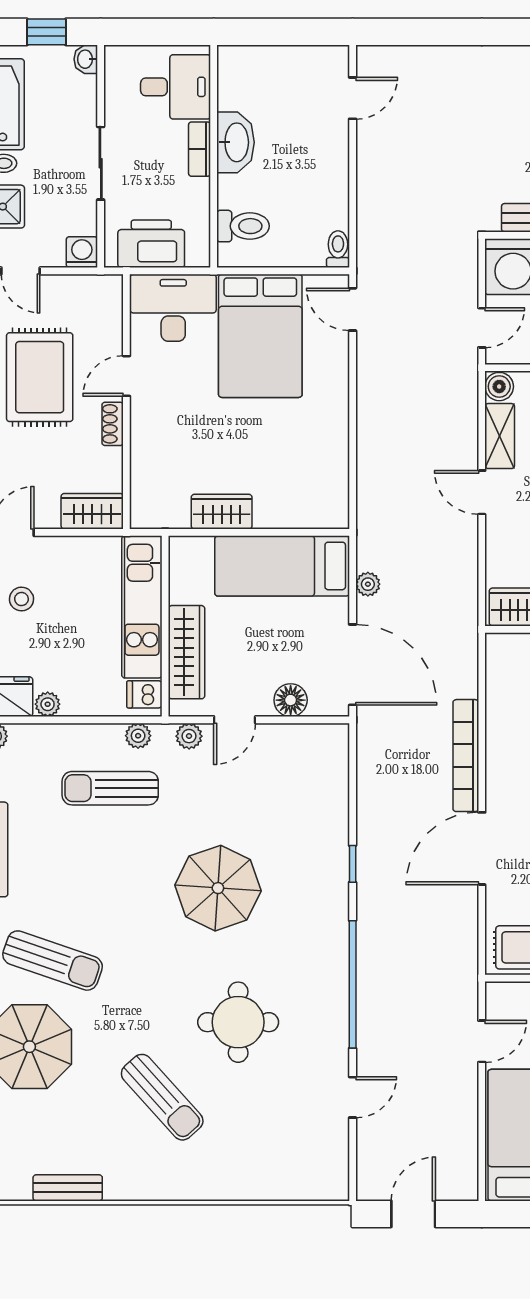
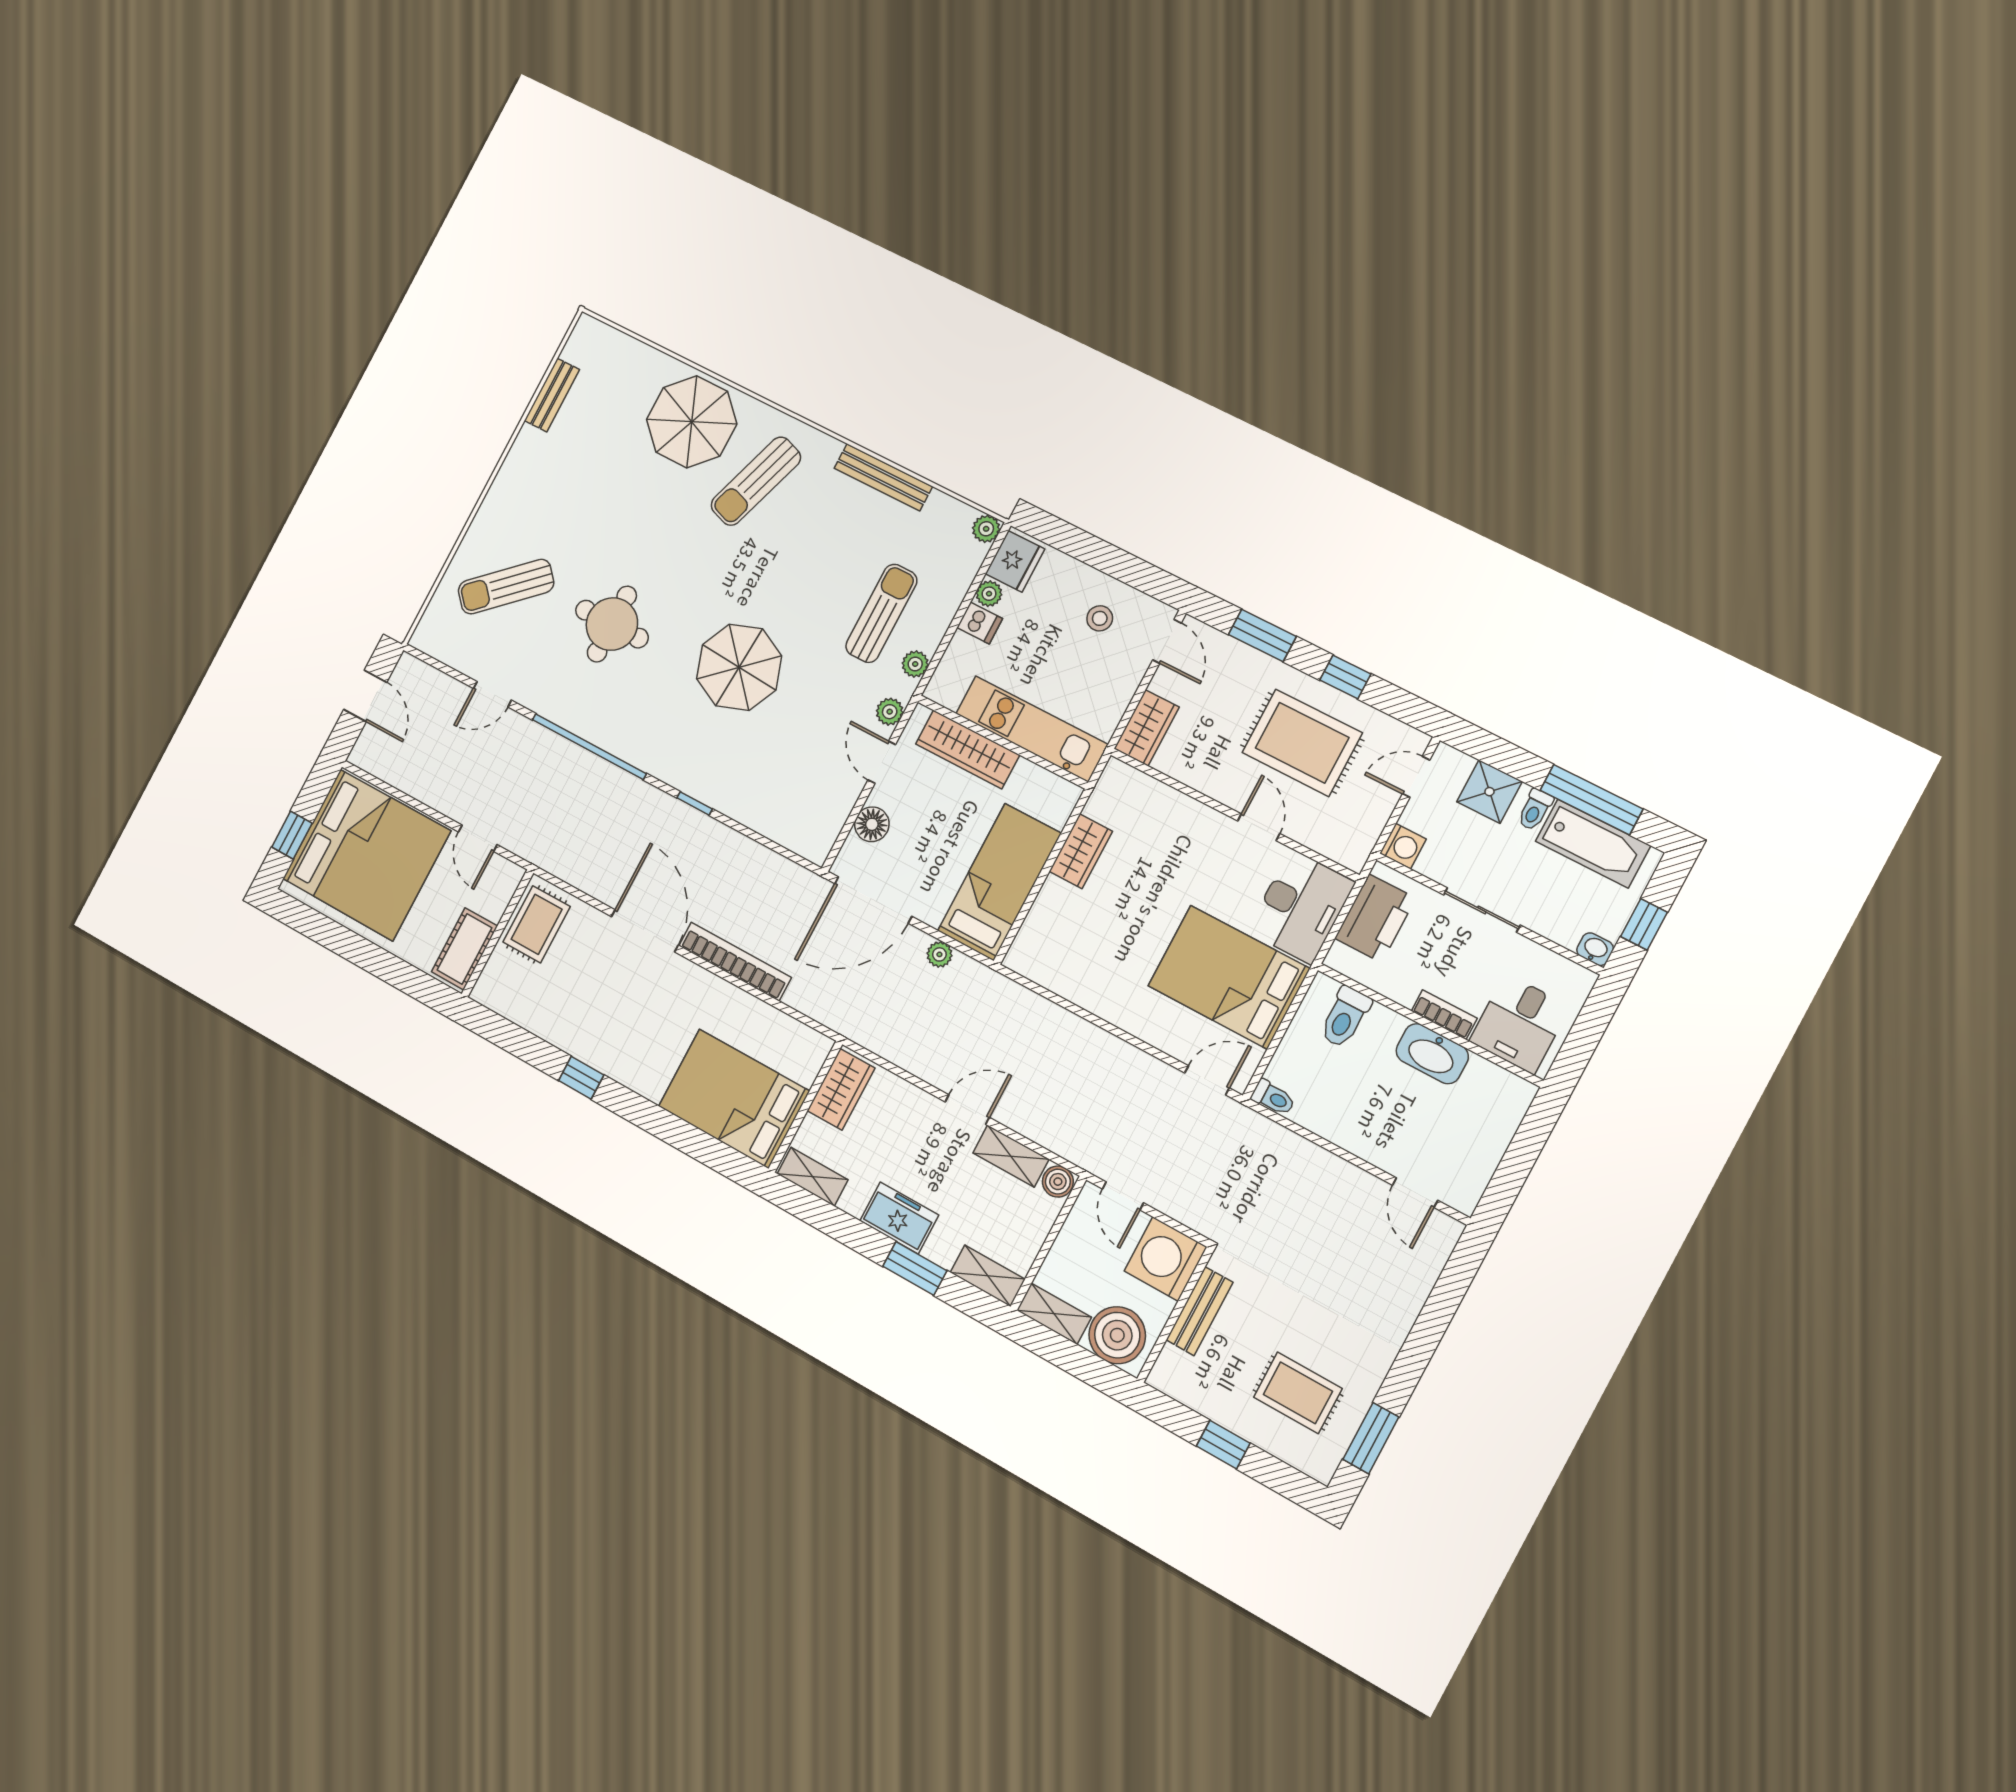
shoe rack: (113, 424) -> (1220, 790), removed
dishwasher: (144, 694) -> (980, 623), moved, turned 90
sun lounger: (162, 1097) -> (506, 587), moved
door: (353, 1097) -> (492, 694), hinge flipped

